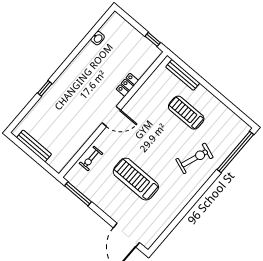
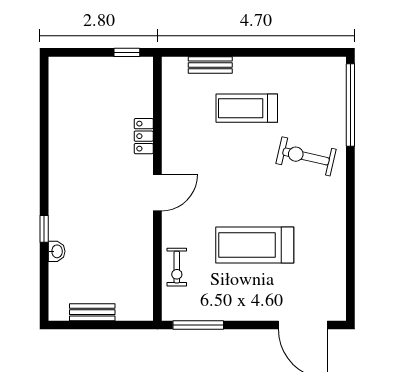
washbasin: (98, 38) -> (57, 251), moved
bench: (183, 75) -> (210, 65), width x0.73
bench: (34, 146) -> (92, 312), width x0.73
exercise bike: (194, 158) -> (306, 156), turned -97

